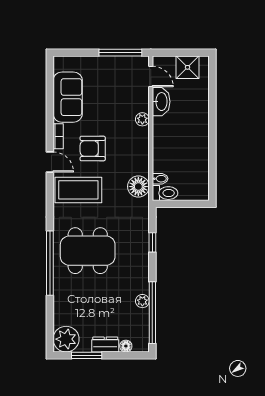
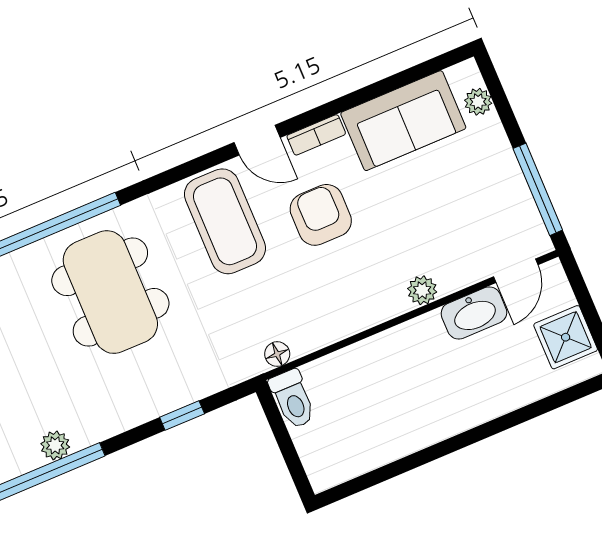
plant: (73, 62) -> (478, 102), added
door: (50, 162) -> (257, 140), hinge flipped
bidet: (160, 179) -> (317, 377), removed
floor lamp: (138, 187) -> (277, 354), width x0.53, depth x0.53

